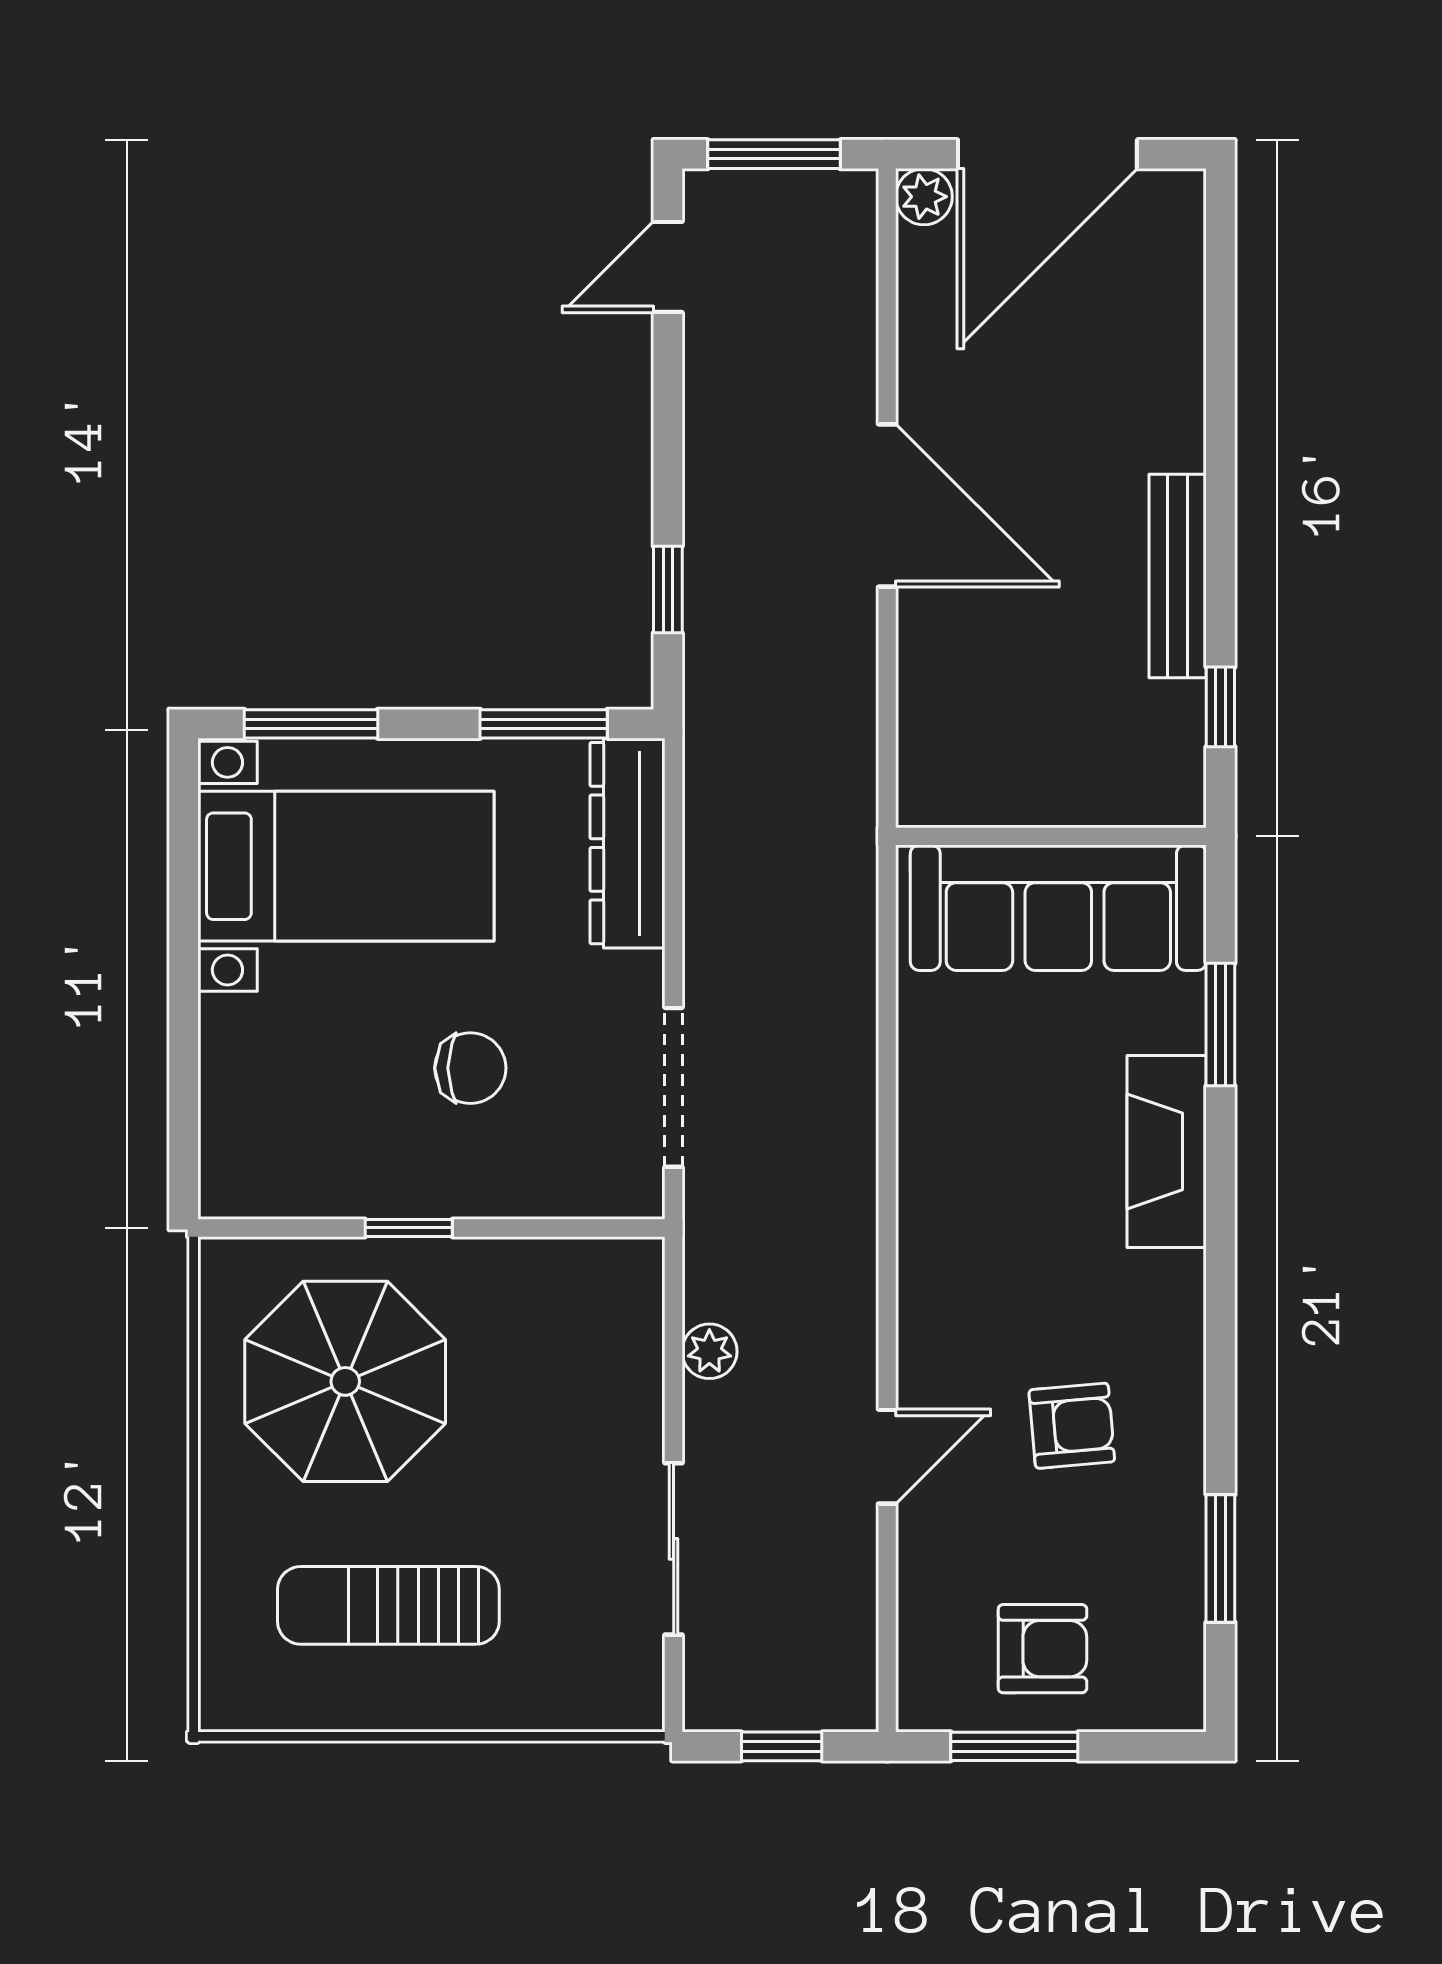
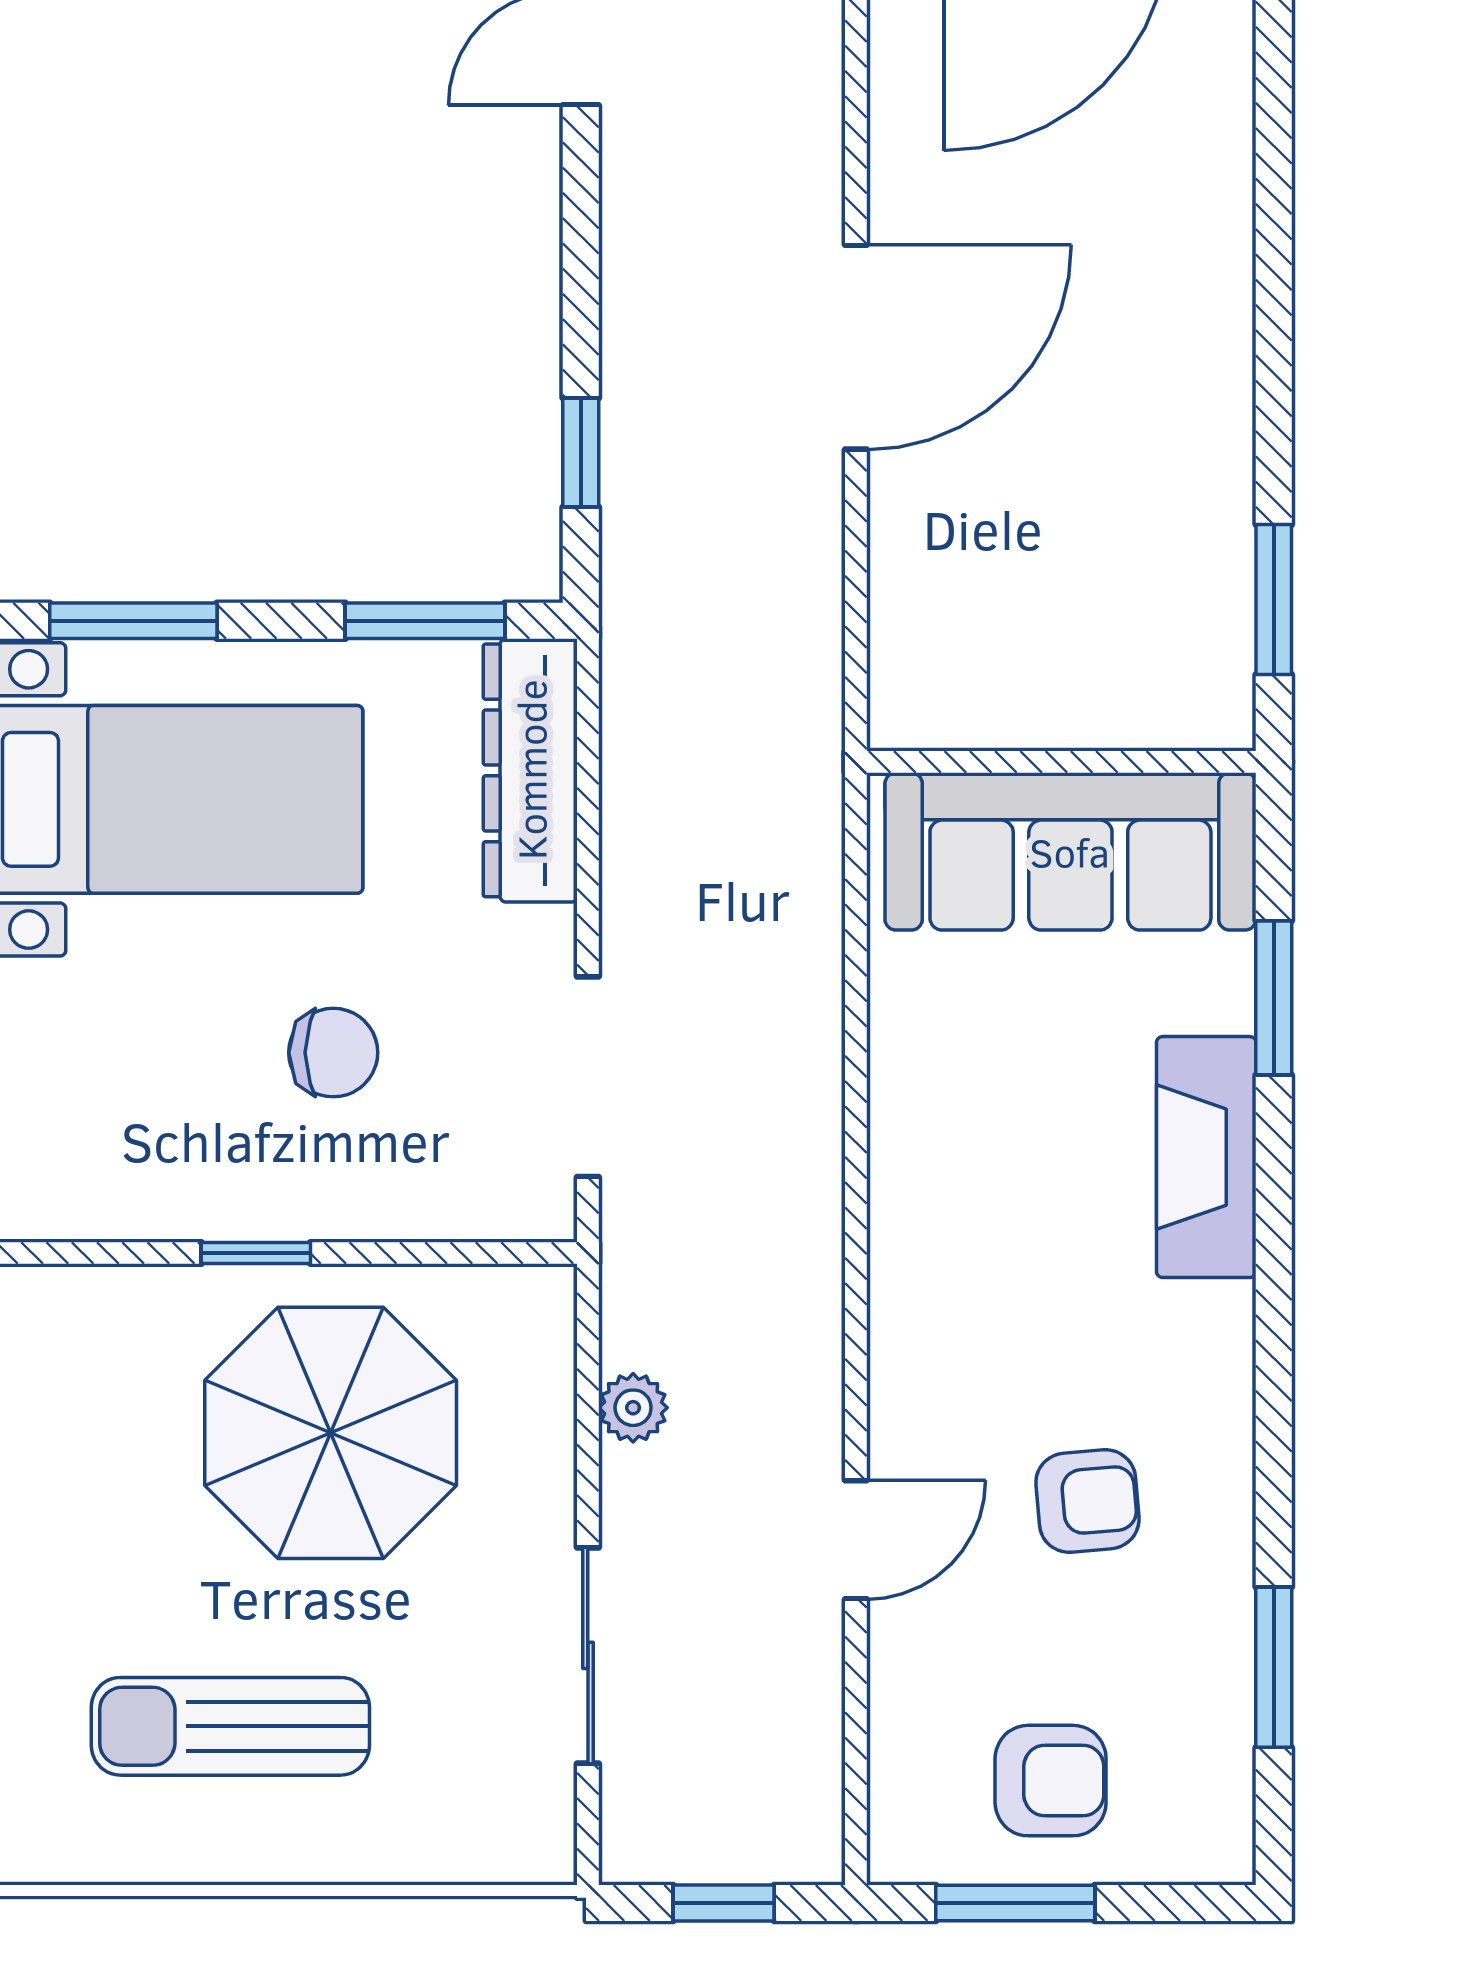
door: (887, 506) -> (856, 347), hinge flipped
bench: (1178, 576) -> (1220, 435), removed
window: (1220, 707) -> (1274, 600), width x1.50
parasol: (345, 1381) -> (331, 1433), moved

